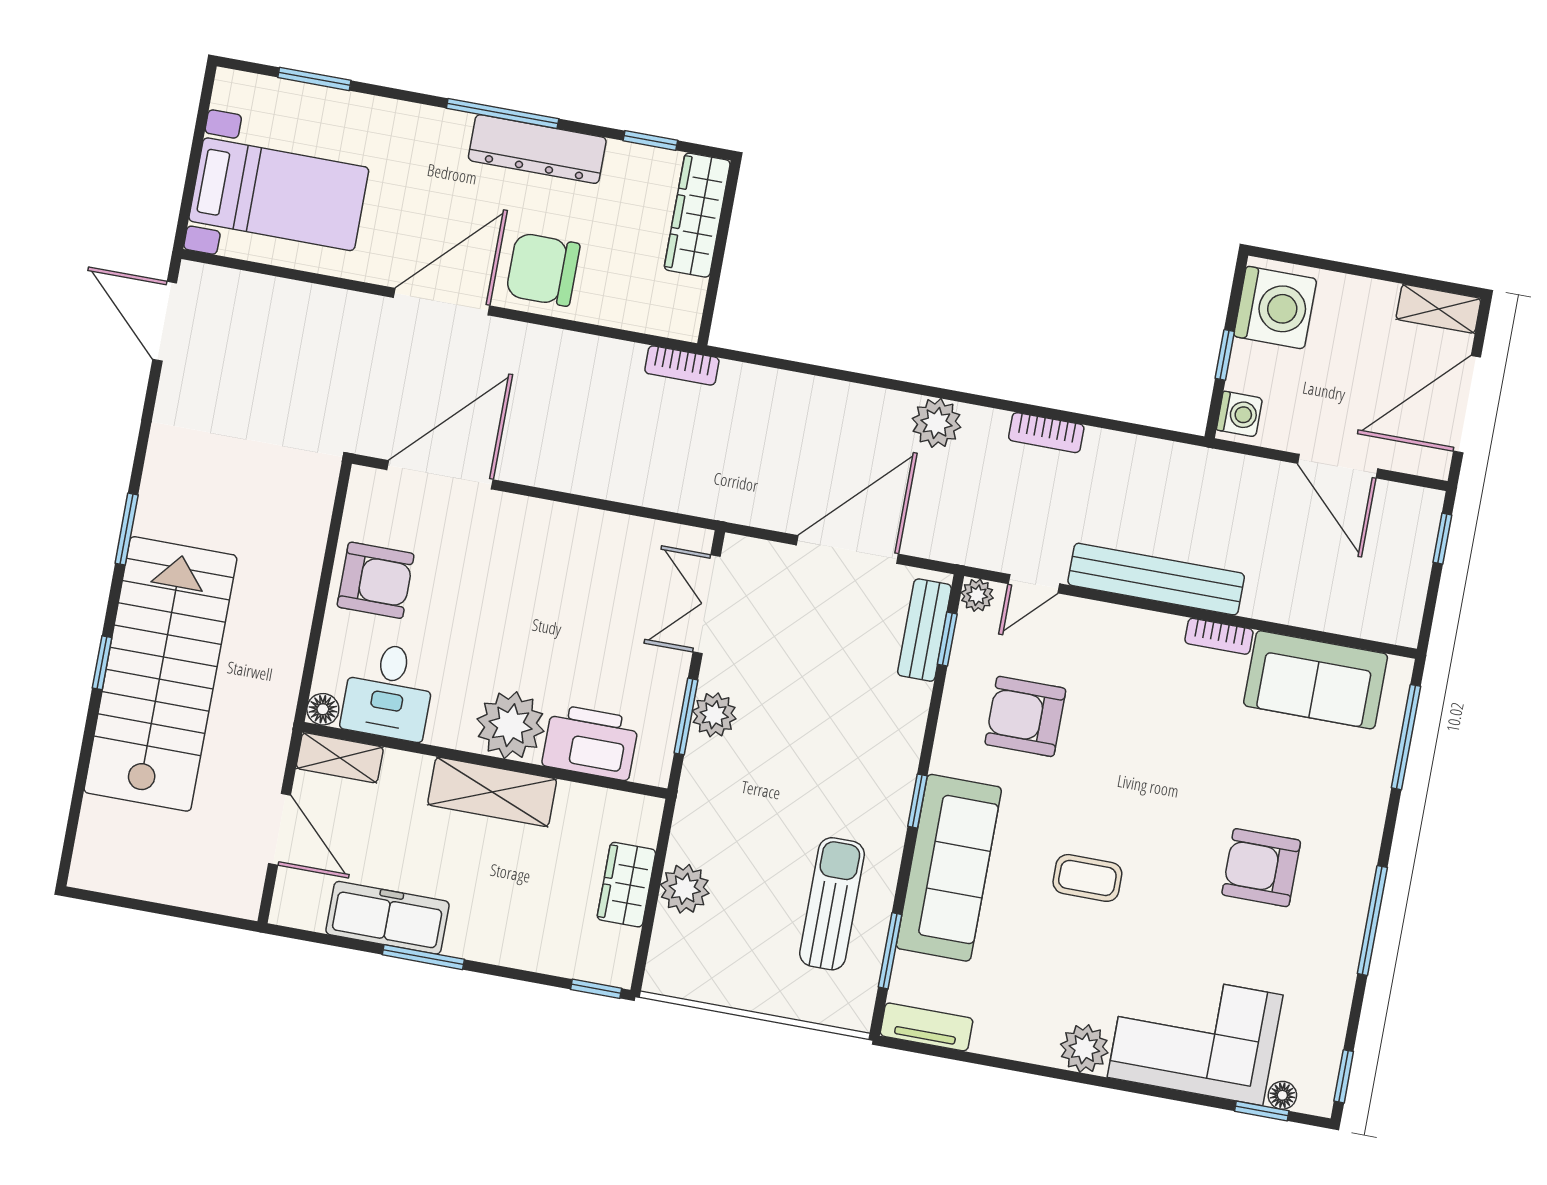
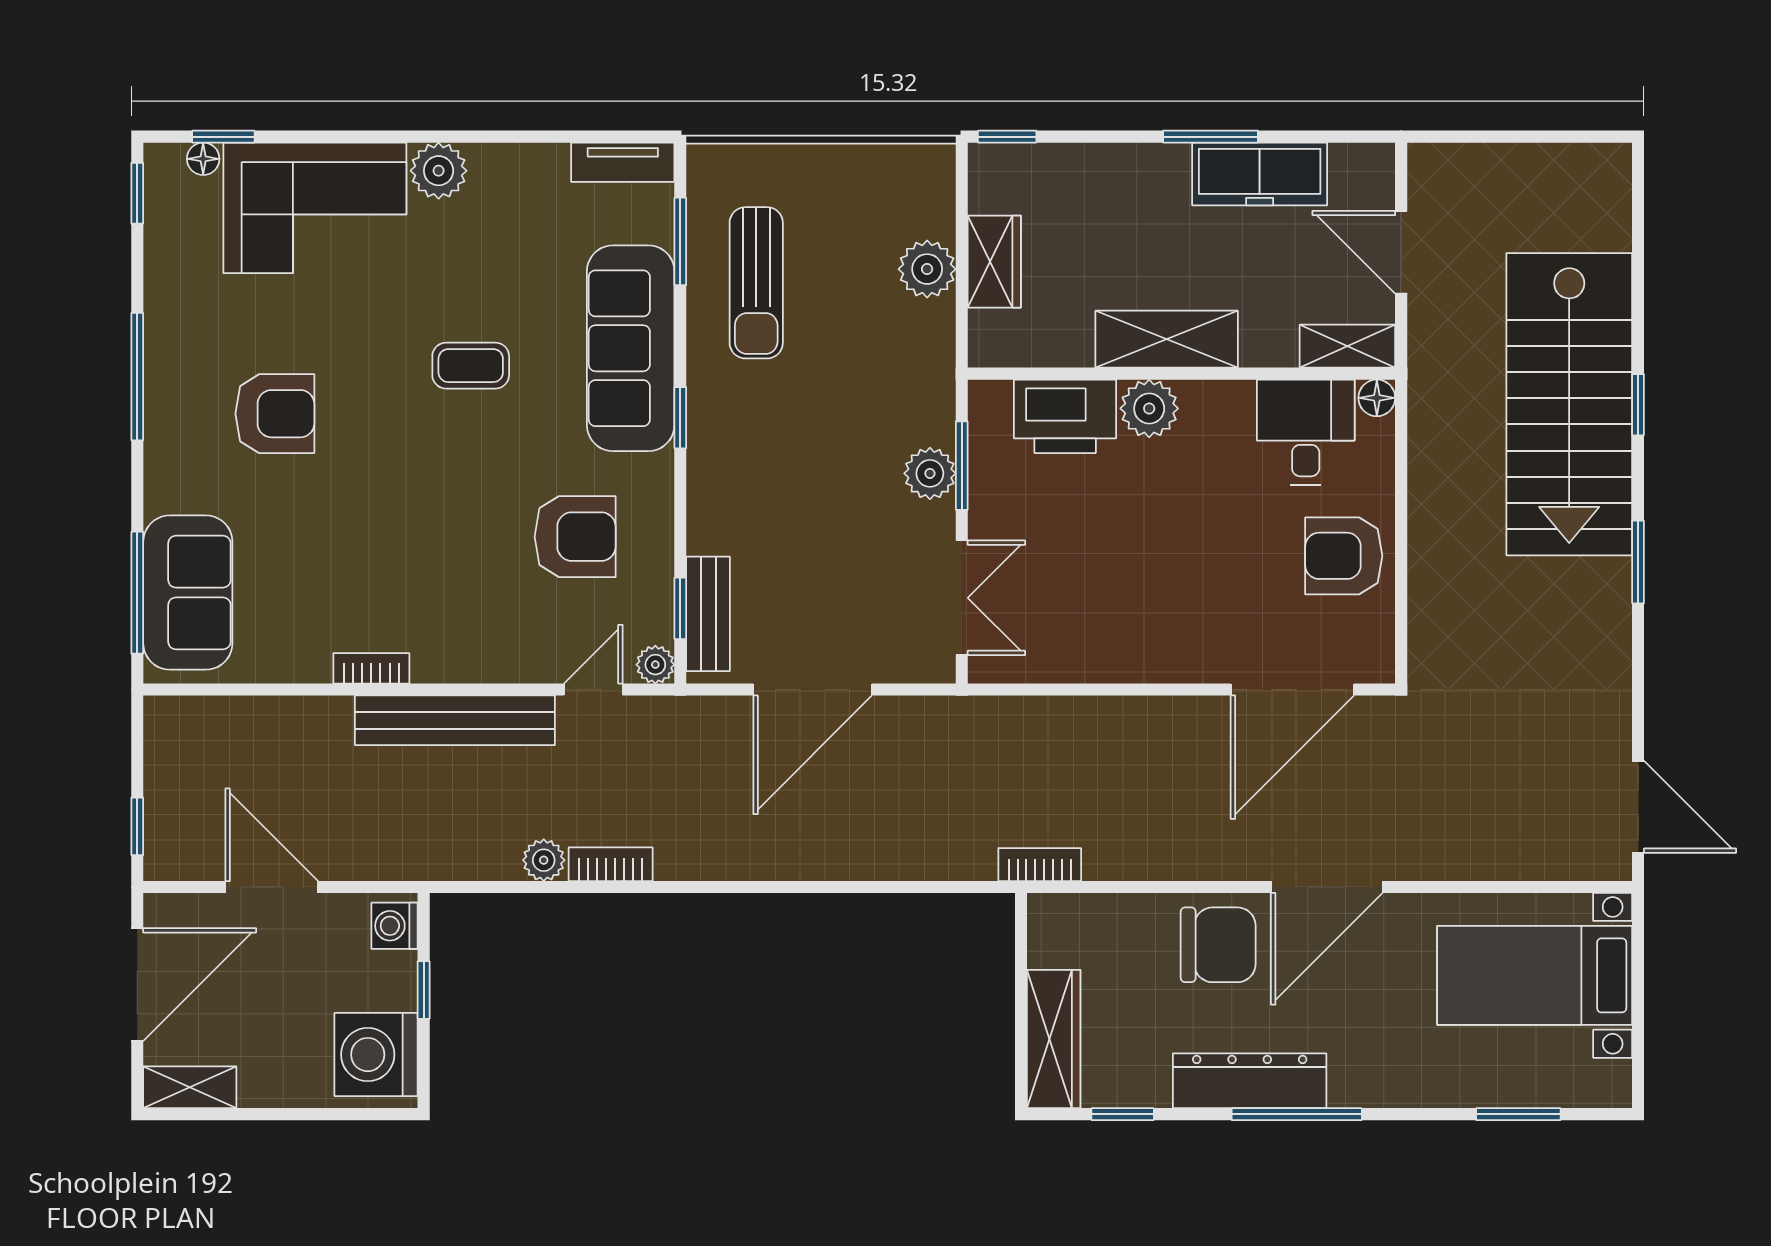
plant: (936, 423) -> (544, 860), moved, width x0.73, depth x0.73
sofa: (1316, 680) -> (188, 593), moved, turned 90
plant: (511, 725) -> (1149, 408), width x0.73, depth x0.73

